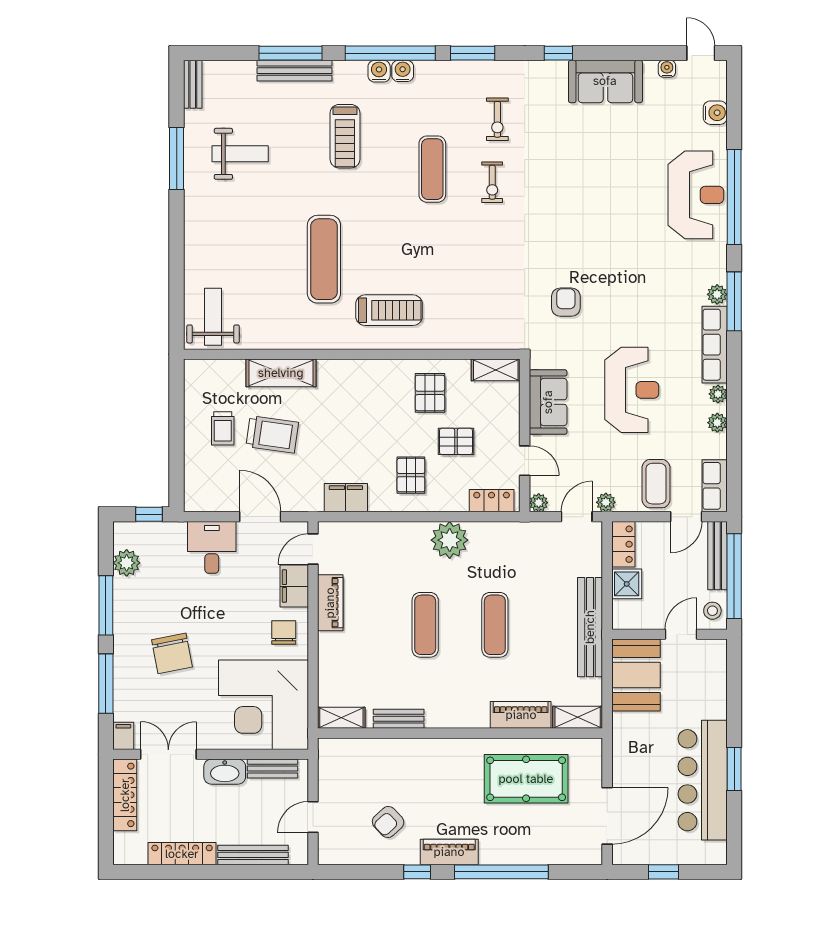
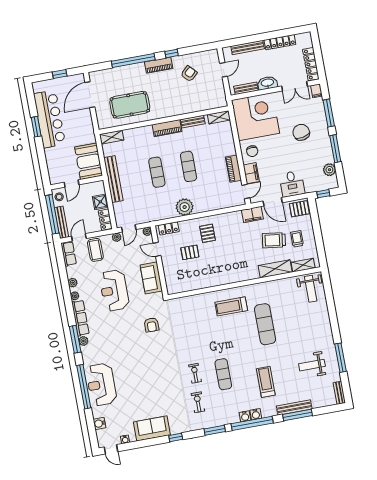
shelving: (496, 370) -> (303, 265), moved
pallet: (430, 393) -> (299, 209), moved, turned 90
filing cabinet: (346, 498) -> (252, 214), moved
piano: (521, 715) -> (167, 128), moved

